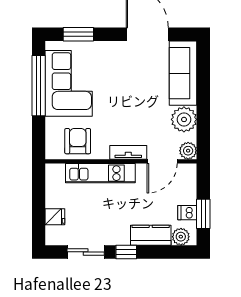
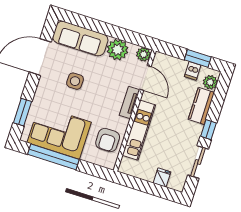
side table: (133, 83) -> (75, 81), added
armchair: (78, 141) -> (108, 140), turned -90

